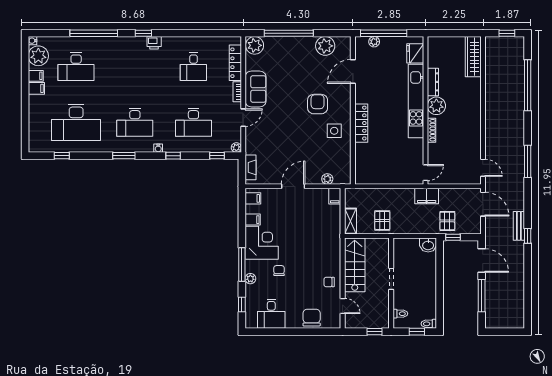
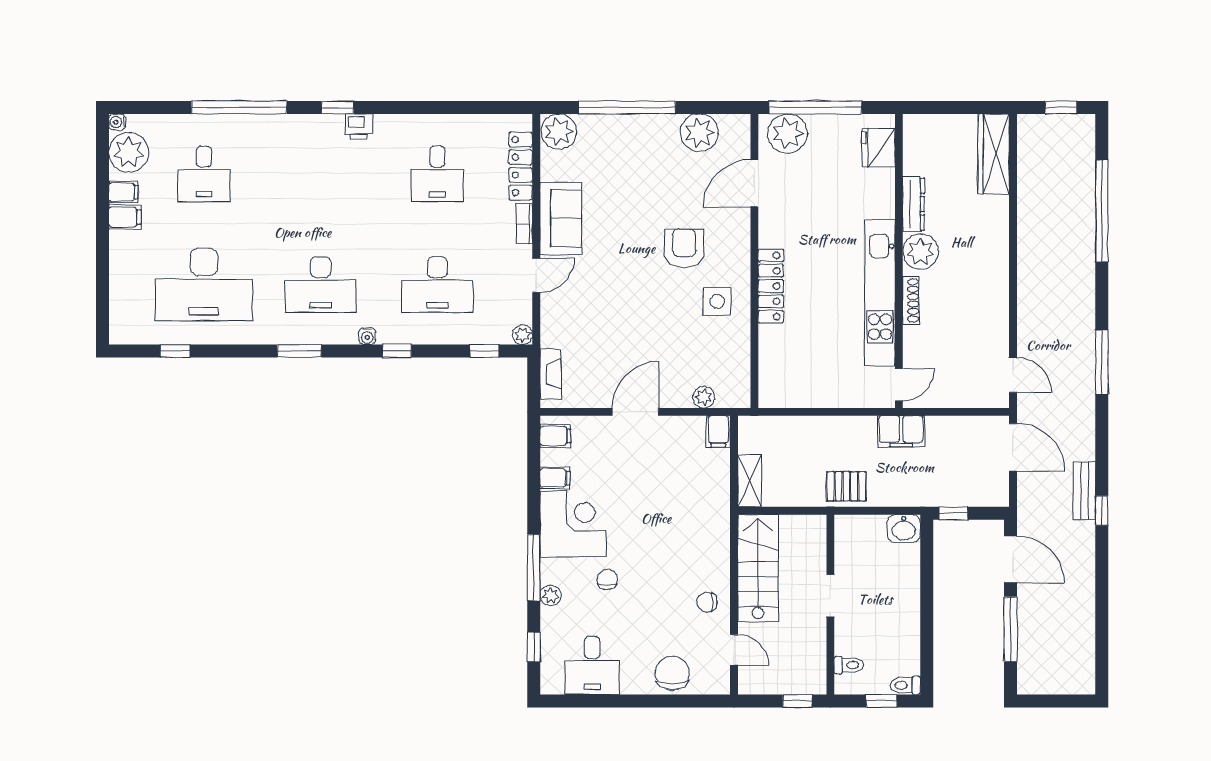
plant: (374, 42) -> (787, 134), width x1.88, depth x1.88
desk: (76, 67) -> (204, 174), width x0.73
kitchen unit: (416, 101) -> (880, 293), moved
pallet: (382, 221) -> (846, 486), moved, turned 90
pallet: (447, 221) -> (942, 481), removed

